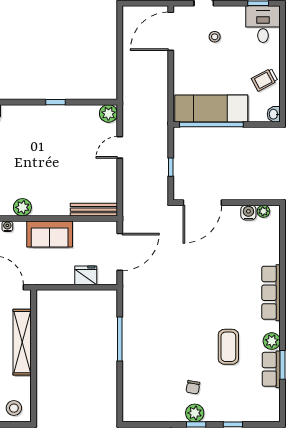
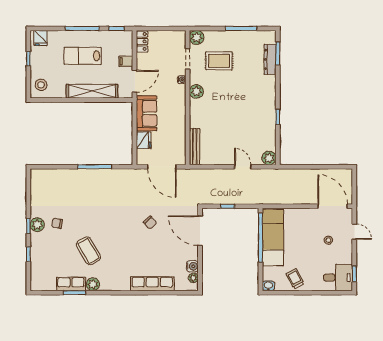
sofa: (50, 234) -> (147, 113), moved, turned 180
chair: (192, 267) -> (150, 223), added
row of seats: (271, 293) -> (152, 284), moved
coffee table: (228, 347) -> (88, 251), turned 60

